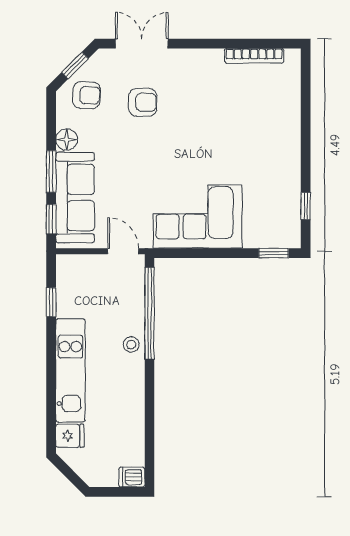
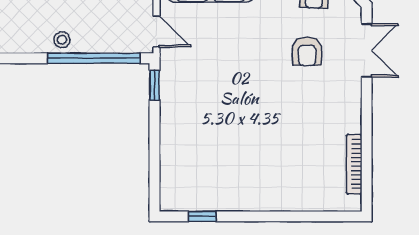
corner sofa: (197, 217) -> (191, 107), removed
door: (123, 251) -> (156, 32), hinge flipped
window: (274, 253) -> (154, 85), moved

